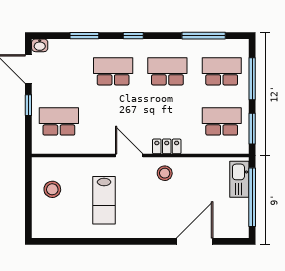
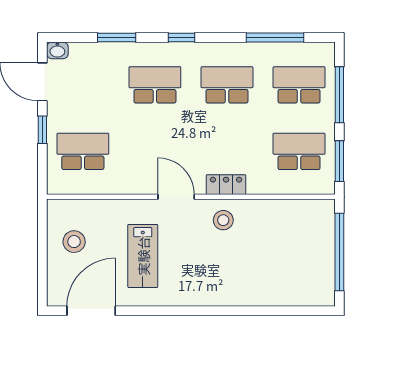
kitchen sink: (239, 179) -> (322, 228), removed
door: (195, 241) -> (91, 311), moved

